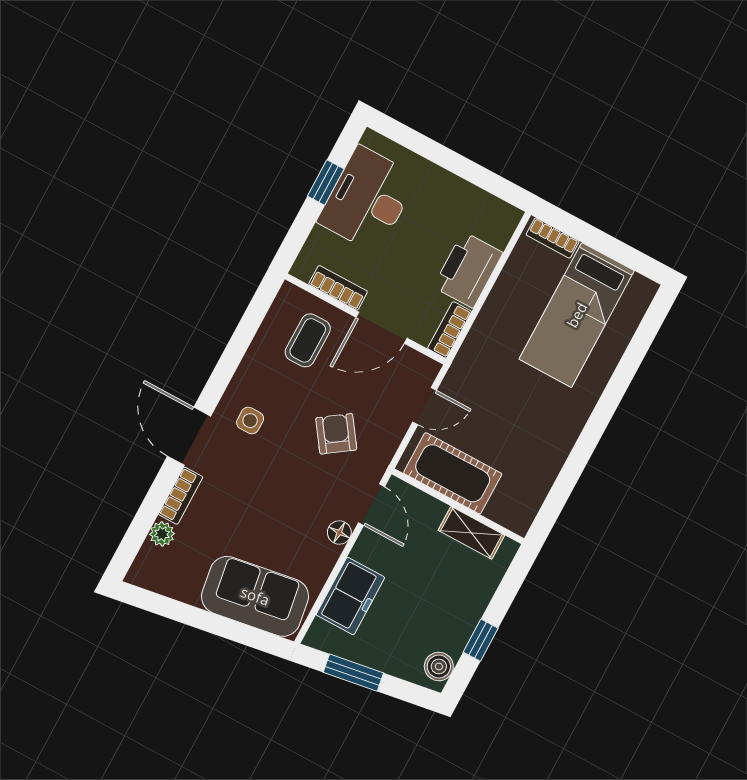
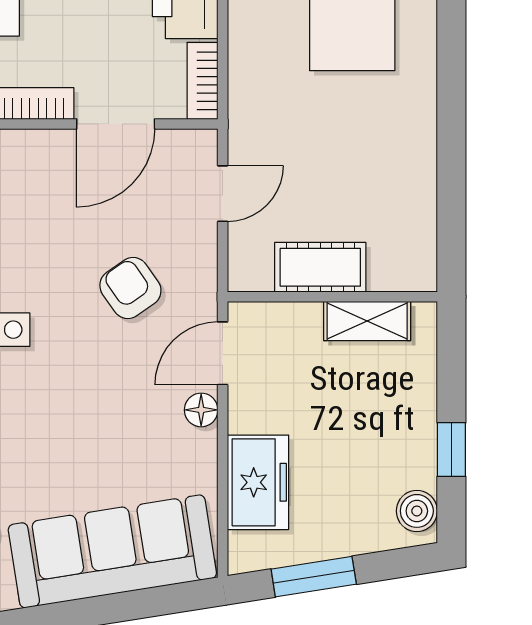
coffee table: (308, 340) -> (31, 190), removed
cot: (453, 473) -> (320, 267), width x0.73, depth x0.75
door: (371, 505) -> (223, 353), swing flipped
sofa: (255, 596) -> (112, 551), width x1.36

